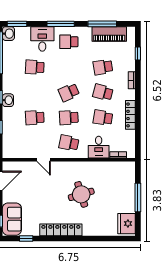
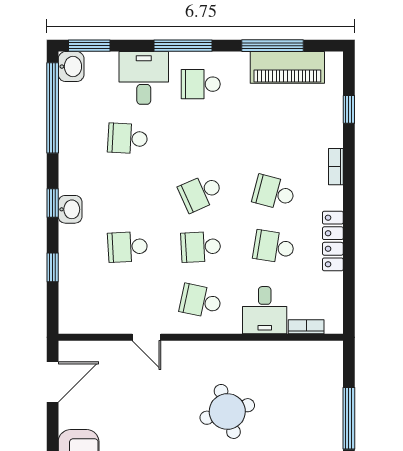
school desk: (103, 67) -> (274, 138), removed

